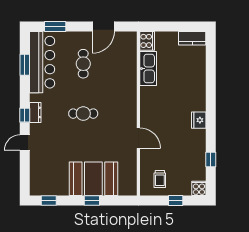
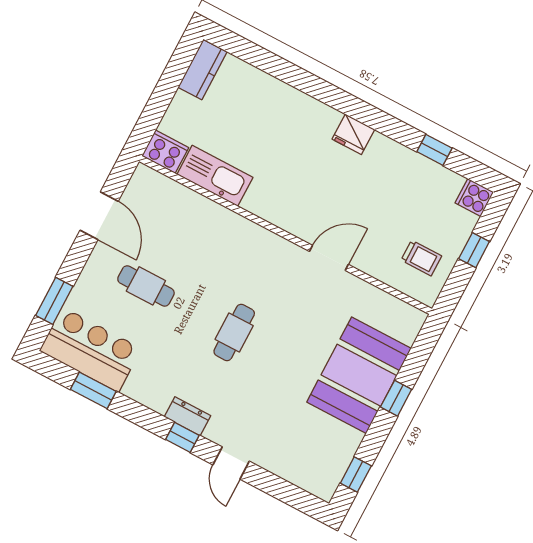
bar counter: (42, 62) -> (90, 350), width x0.73

